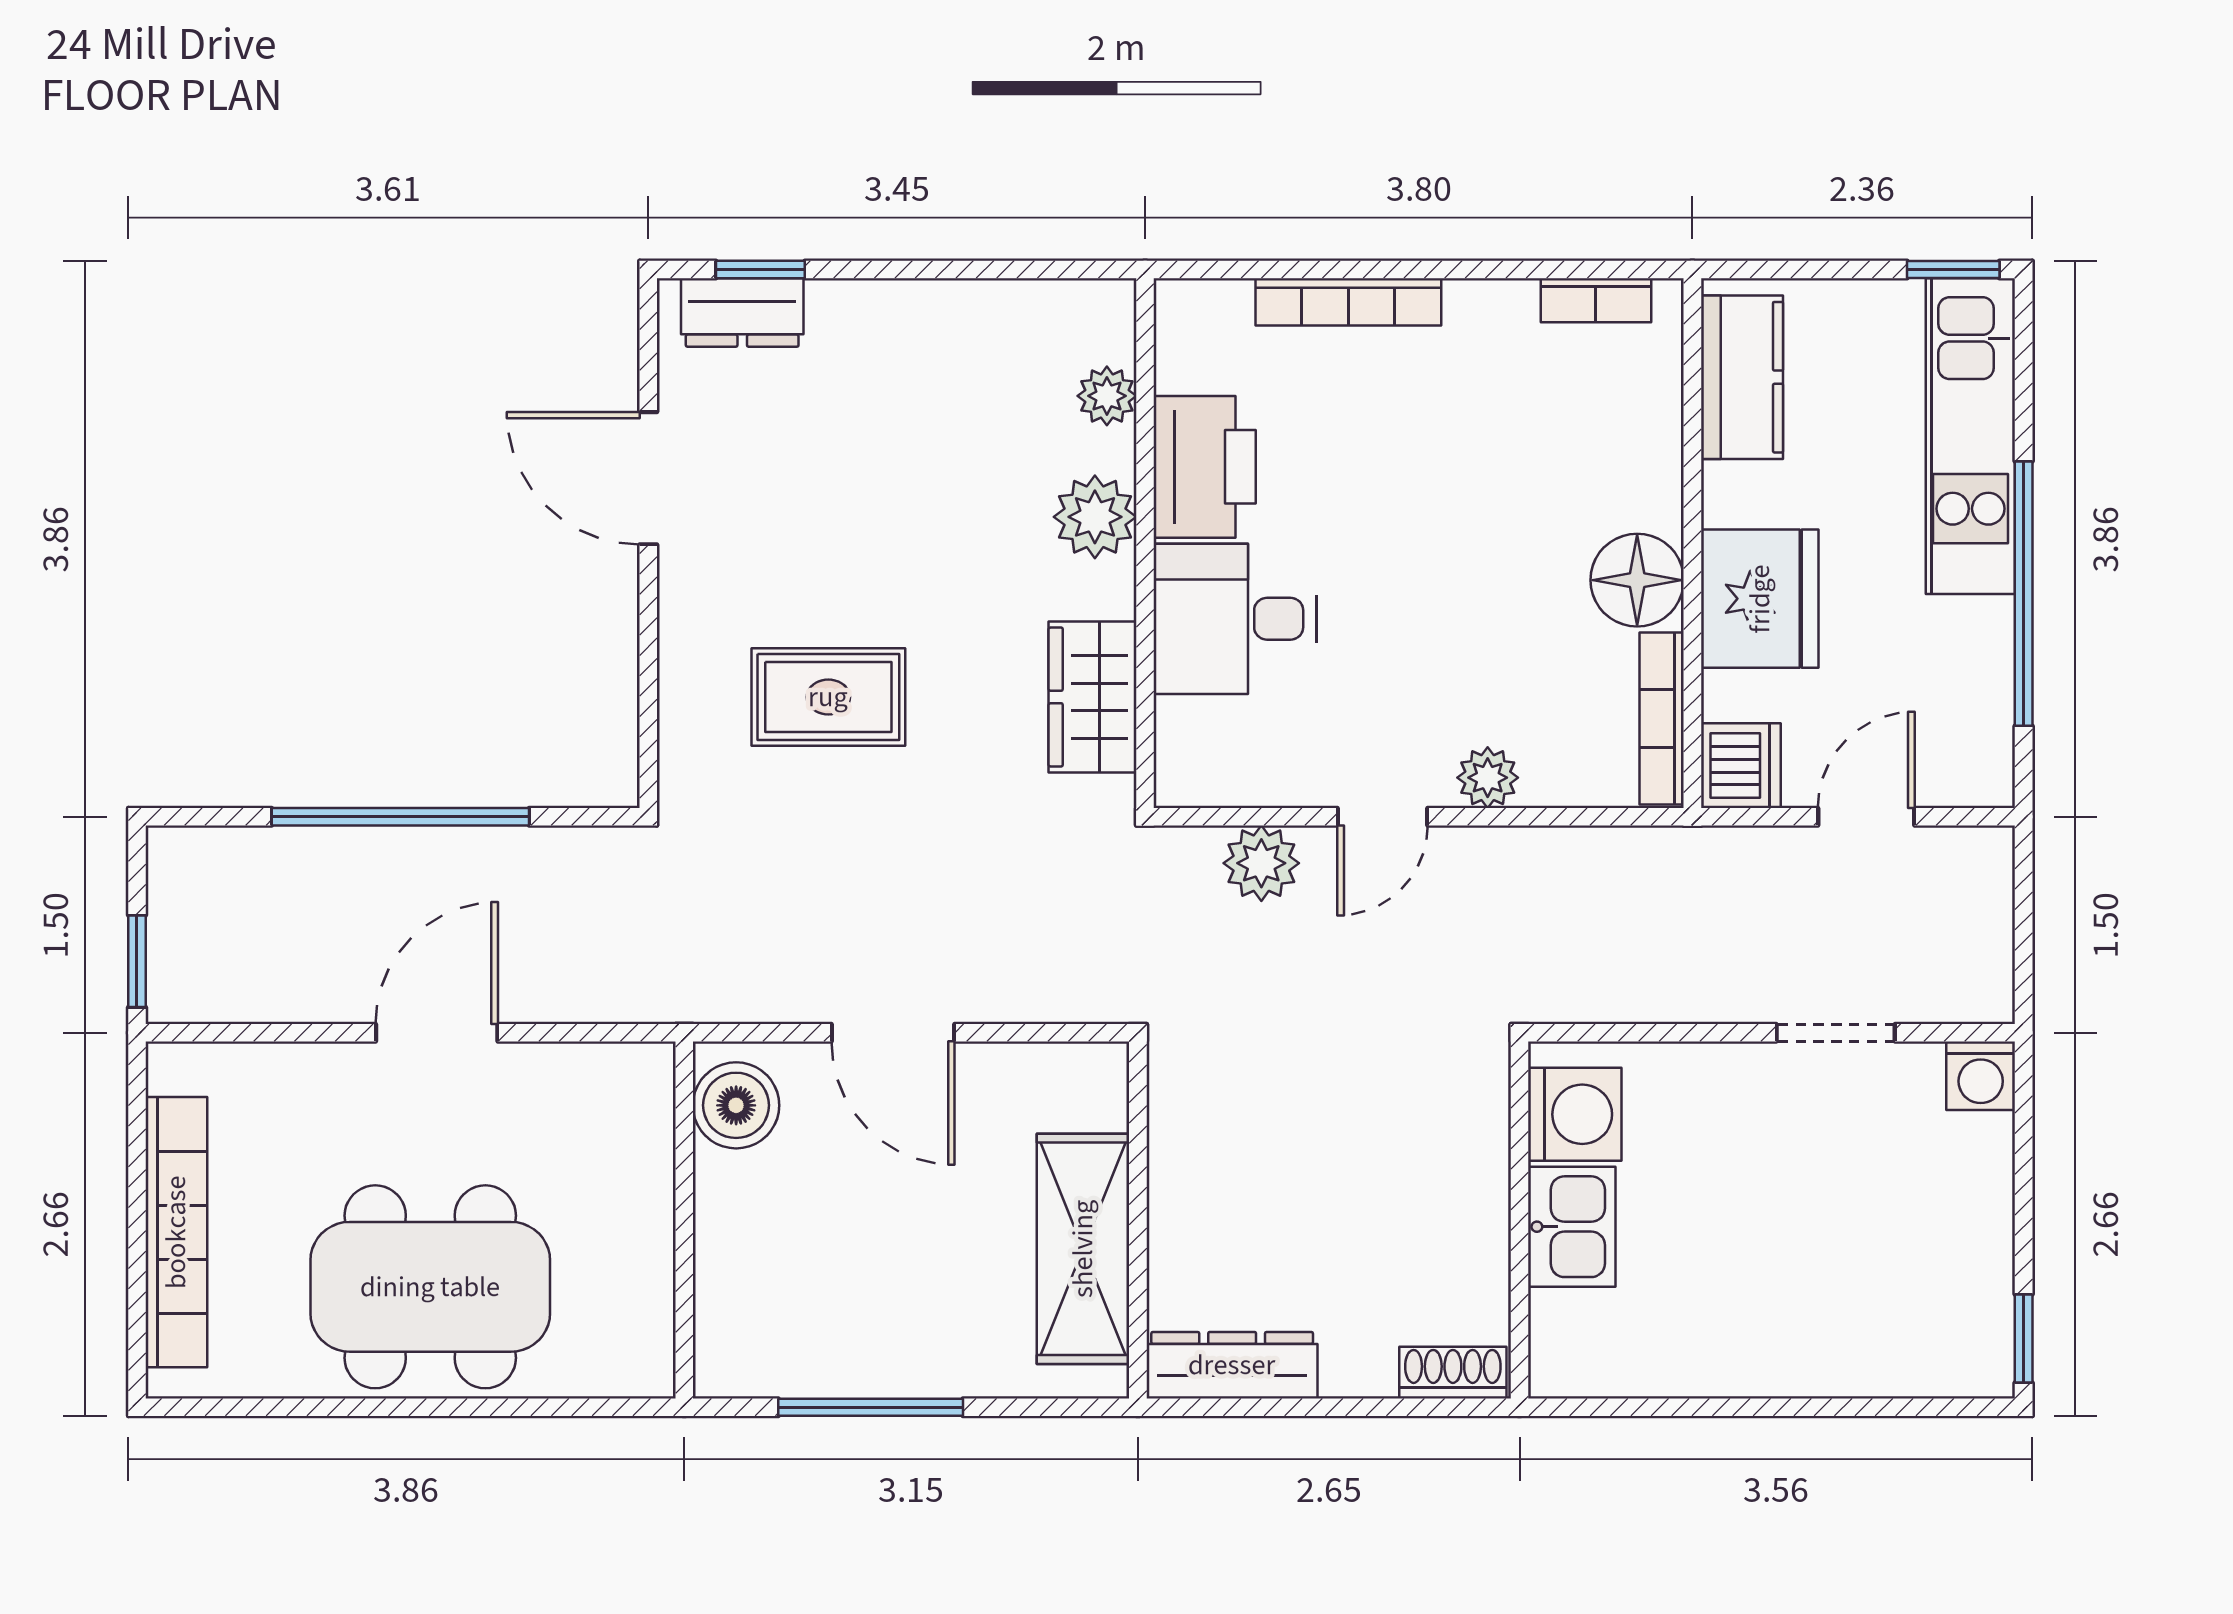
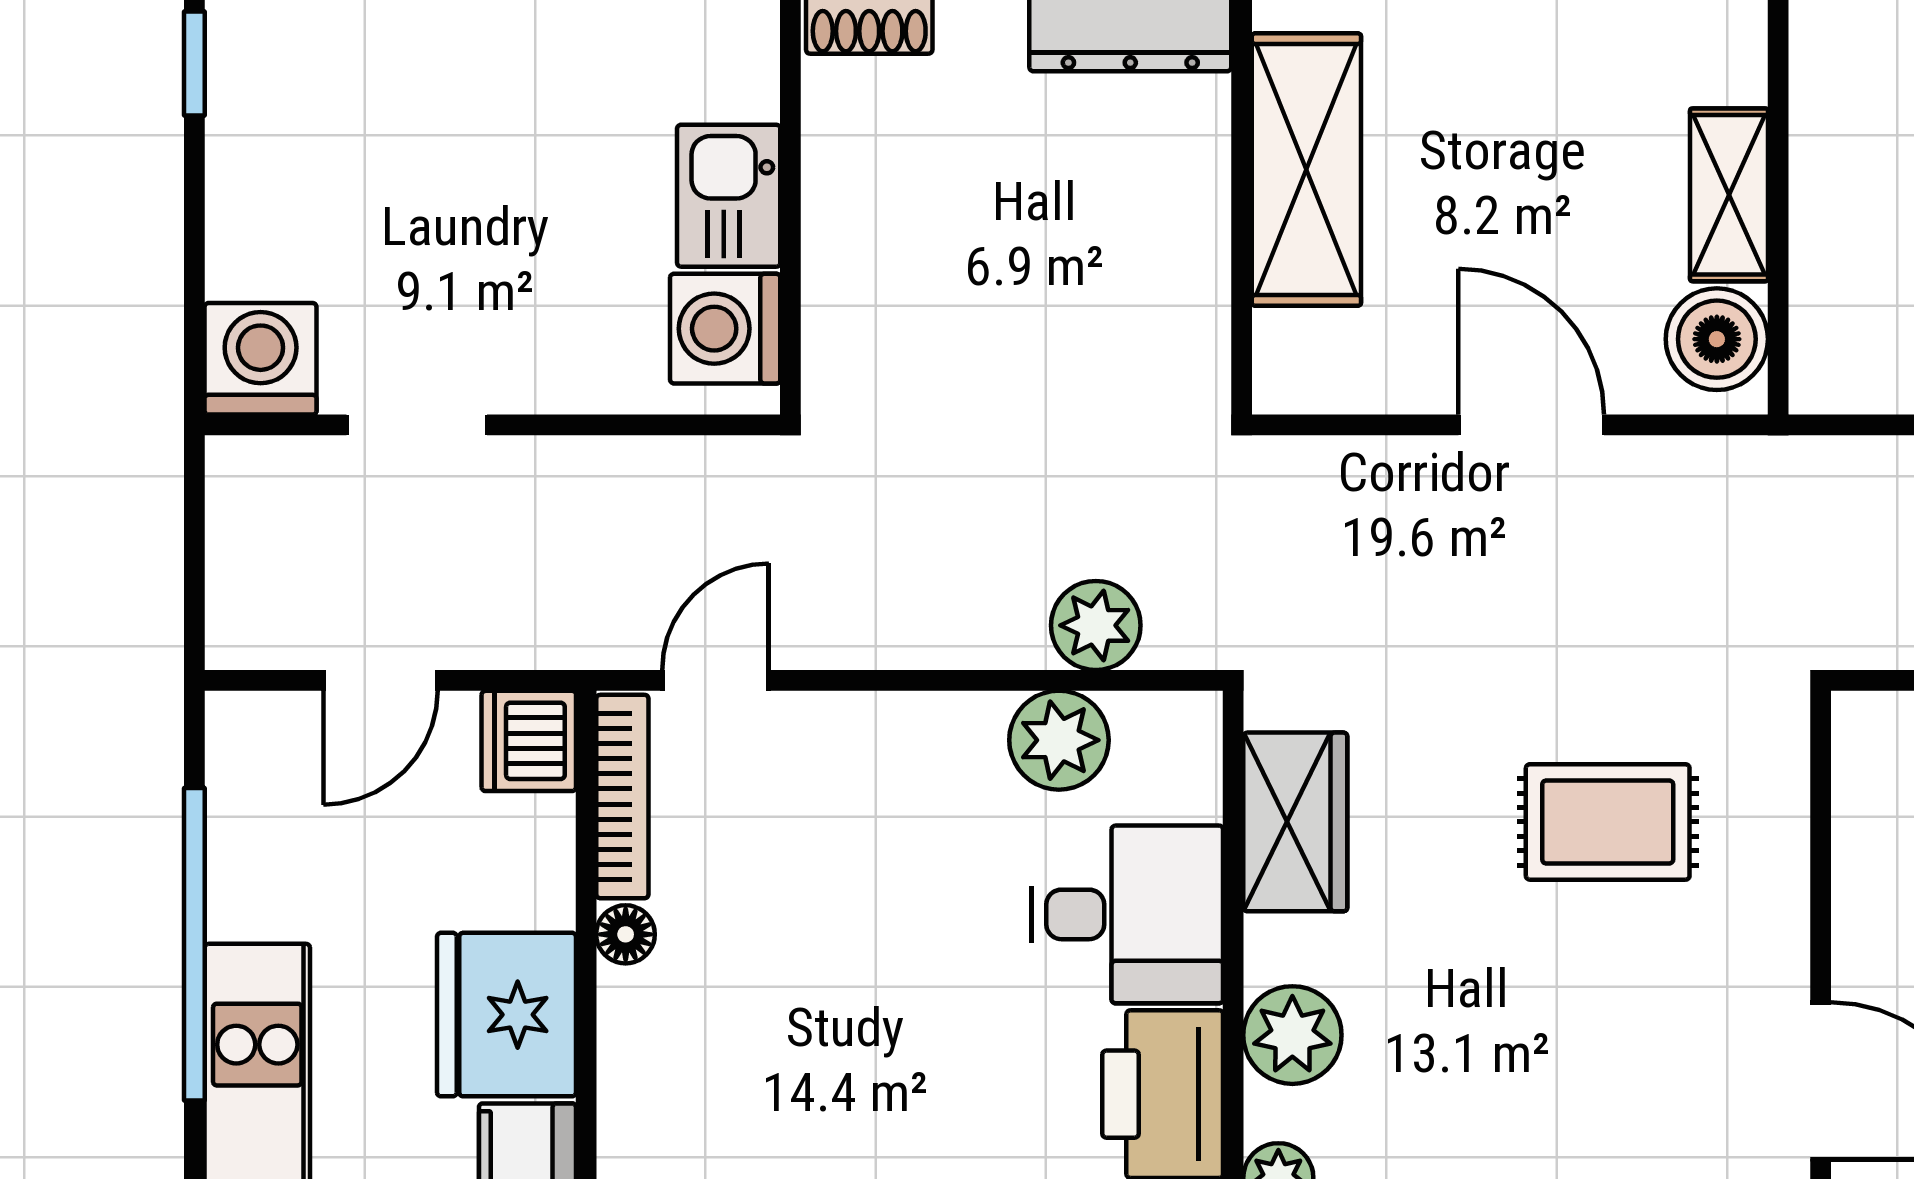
floor lamp: (1637, 580) -> (626, 934), width x0.53, depth x0.53
fridge: (1760, 599) -> (506, 1015), moved
plant: (1488, 778) -> (1059, 740), moved, width x1.38, depth x1.38
door: (1382, 817) -> (716, 680), moved
washing machine: (1981, 1076) -> (261, 359), width x1.38, depth x1.38
shelving: (726, 1227) -> (1729, 195), added

